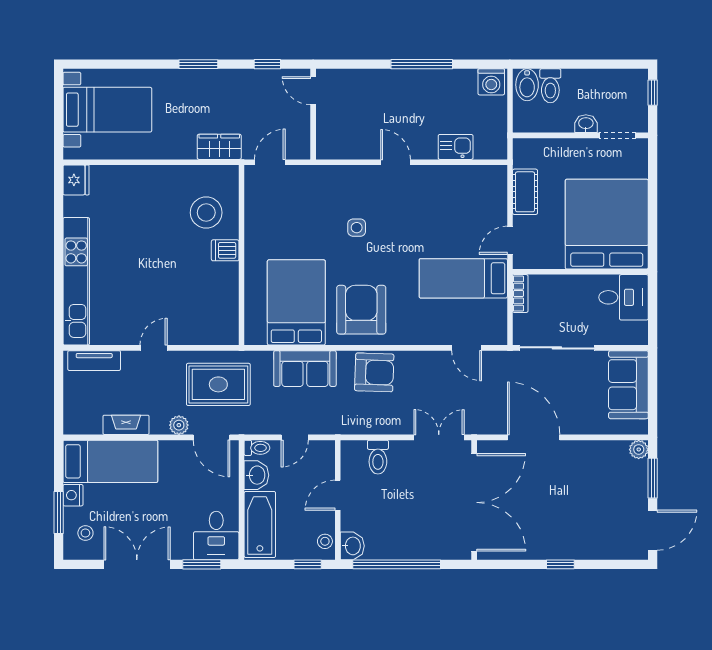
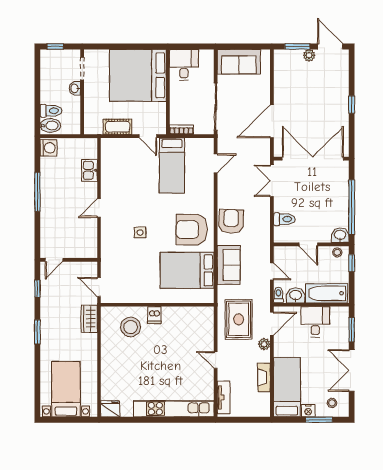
plant: (639, 449) -> (309, 55), moved
desk: (216, 536) -> (315, 322), moved, turned -90

